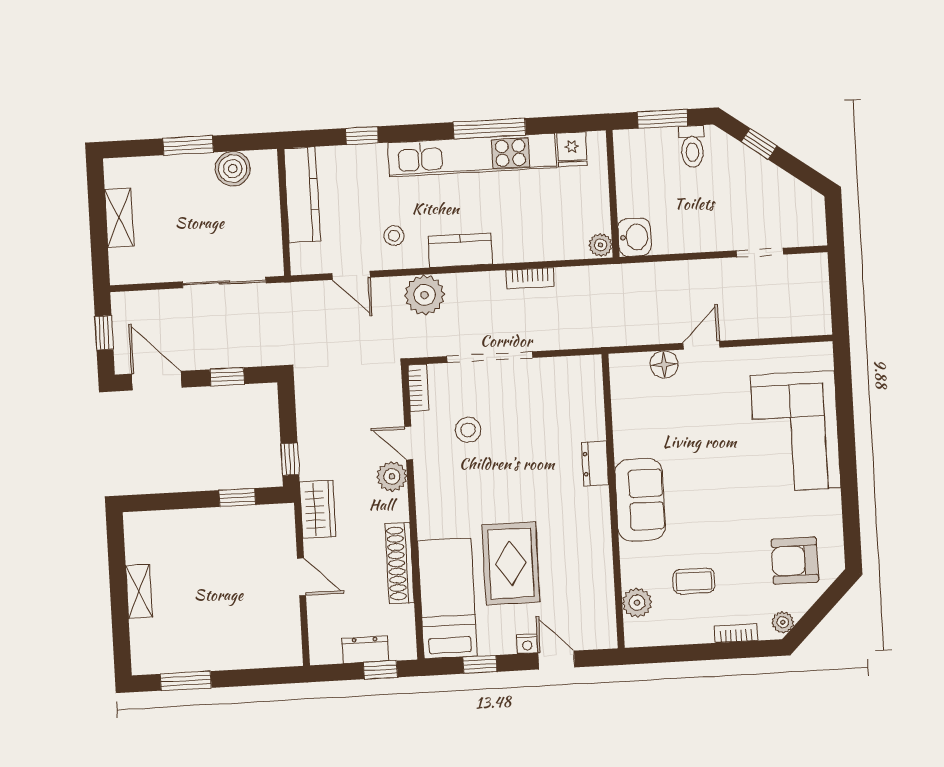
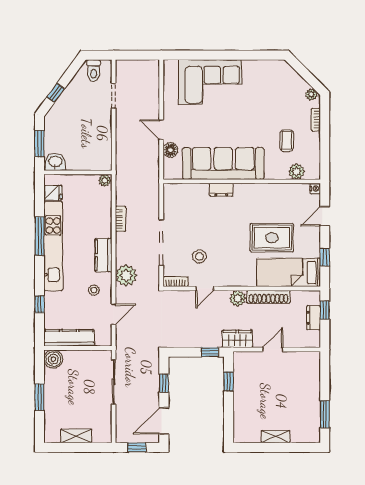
toilet: (692, 146) -> (94, 71), moved, turned 90
boiler: (233, 169) -> (53, 359), moved
washbasin: (635, 237) -> (55, 162), moved
plant: (392, 476) -> (238, 298), moved
sofa: (640, 500) -> (223, 163), width x1.85, depth x1.27
armchair: (795, 561) -> (279, 86), removed
nightstand: (527, 644) -> (315, 188), moved

